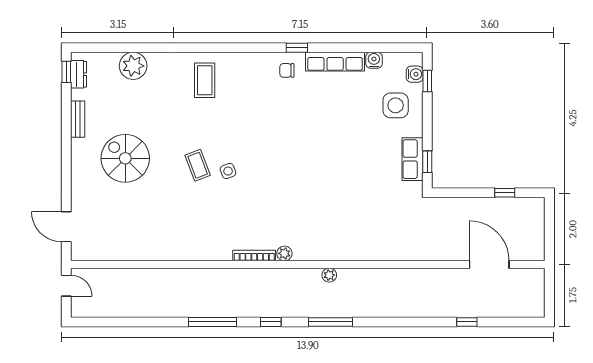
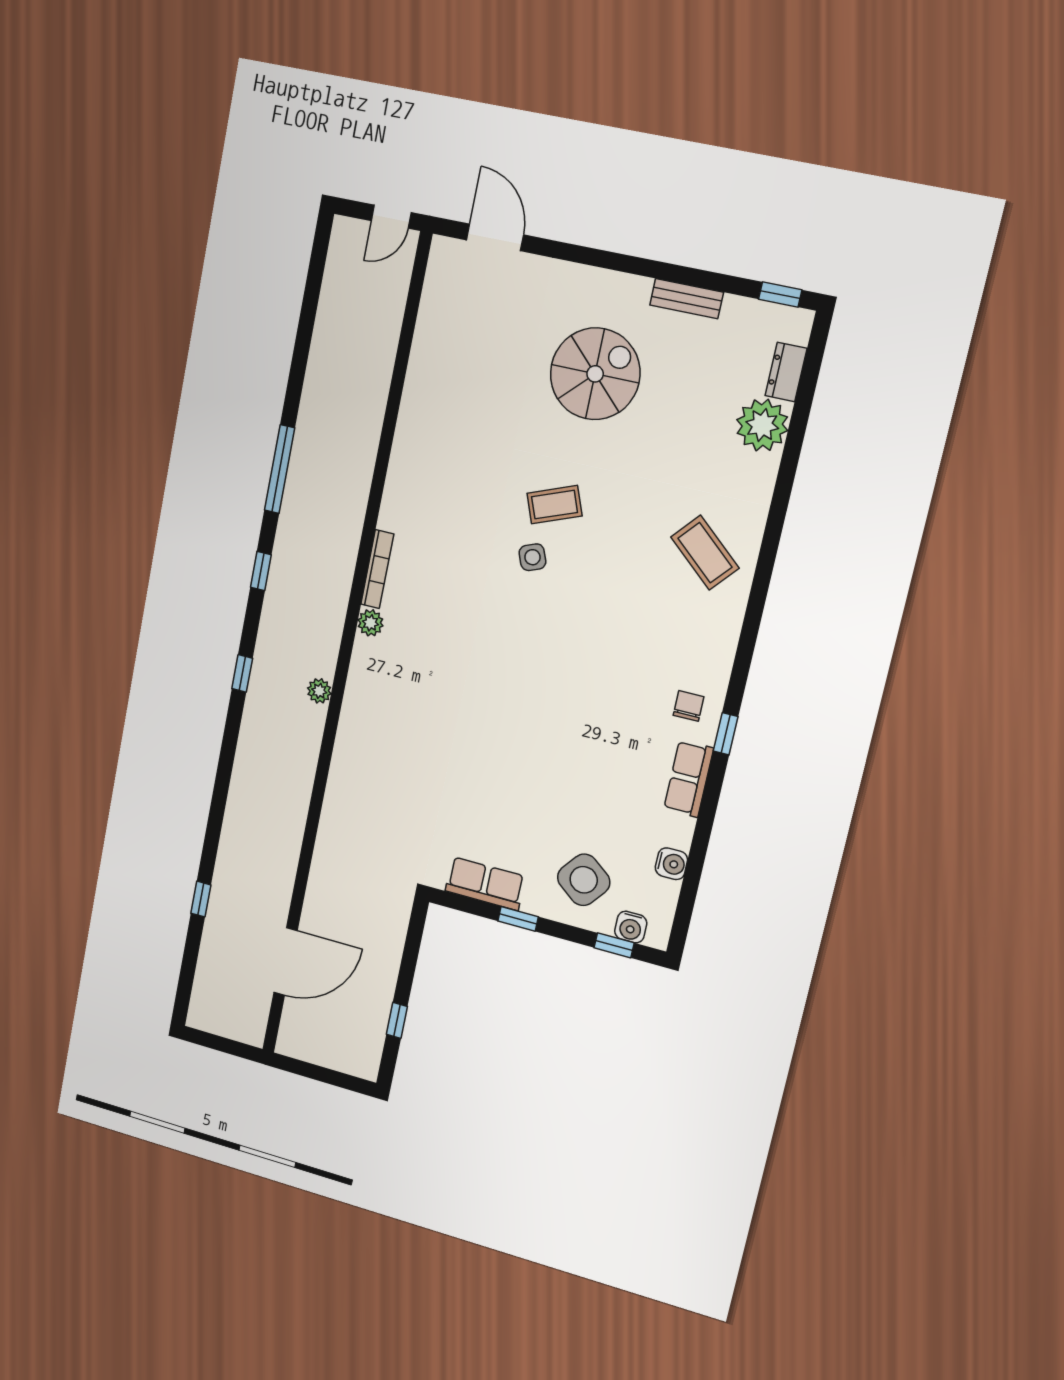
row of seats: (335, 62) -> (689, 779), width x0.68
dresser: (79, 74) -> (786, 372), moved, turned 90
coffee table: (205, 80) -> (705, 553), turned 41
side table: (396, 105) -> (584, 880), turned 38
window: (427, 162) -> (518, 919), moved
door: (66, 227) -> (495, 237), hinge flipped
window: (330, 322) -> (242, 673), width x0.46

